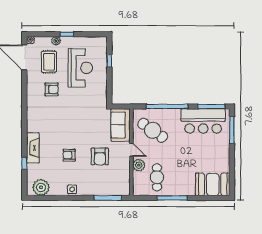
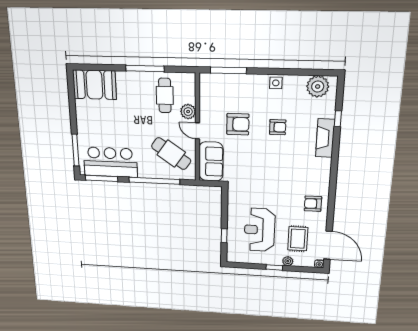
armchair: (52, 89) -> (313, 204), moved
armchair: (100, 156) -> (238, 124), turned 90

